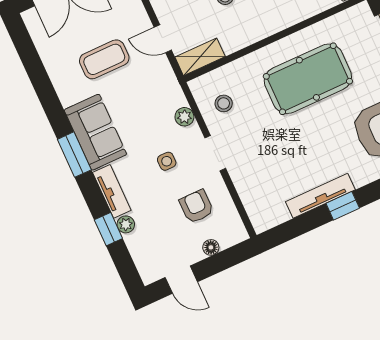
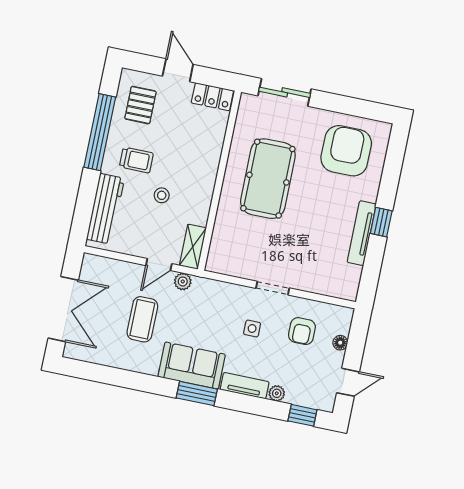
stool: (224, 103) -> (240, 255), removed
plant: (184, 117) -> (183, 281), moved
armchair: (196, 206) -> (302, 331), turned -90
window: (108, 229) -> (302, 415), moved

